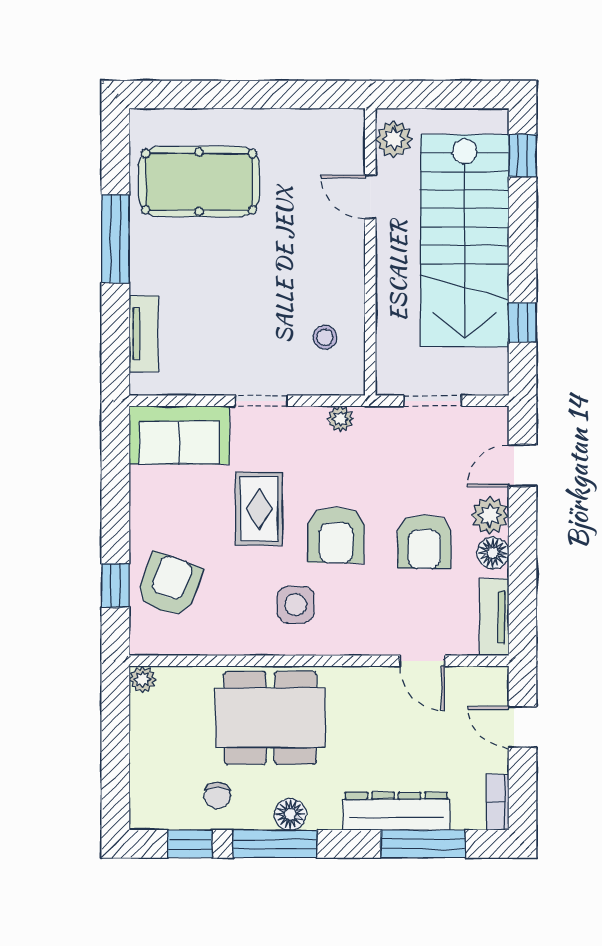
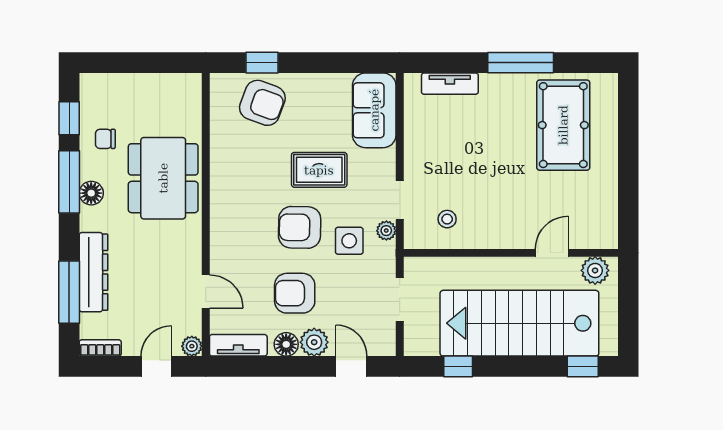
doorway: (261, 401) -> (400, 200), moved
side table: (296, 605) -> (349, 241), moved
door: (422, 661) -> (206, 292), swing flipped
plant: (143, 679) -> (192, 346), moved

